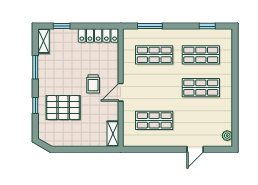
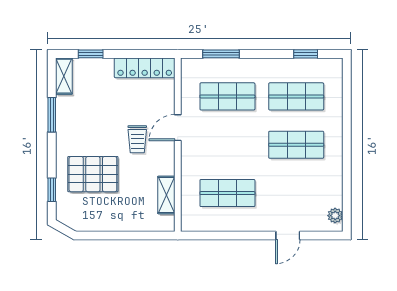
door: (121, 92) -> (178, 128), moved
window: (35, 105) -> (52, 190), moved
shelving: (113, 134) -> (166, 195), moved

